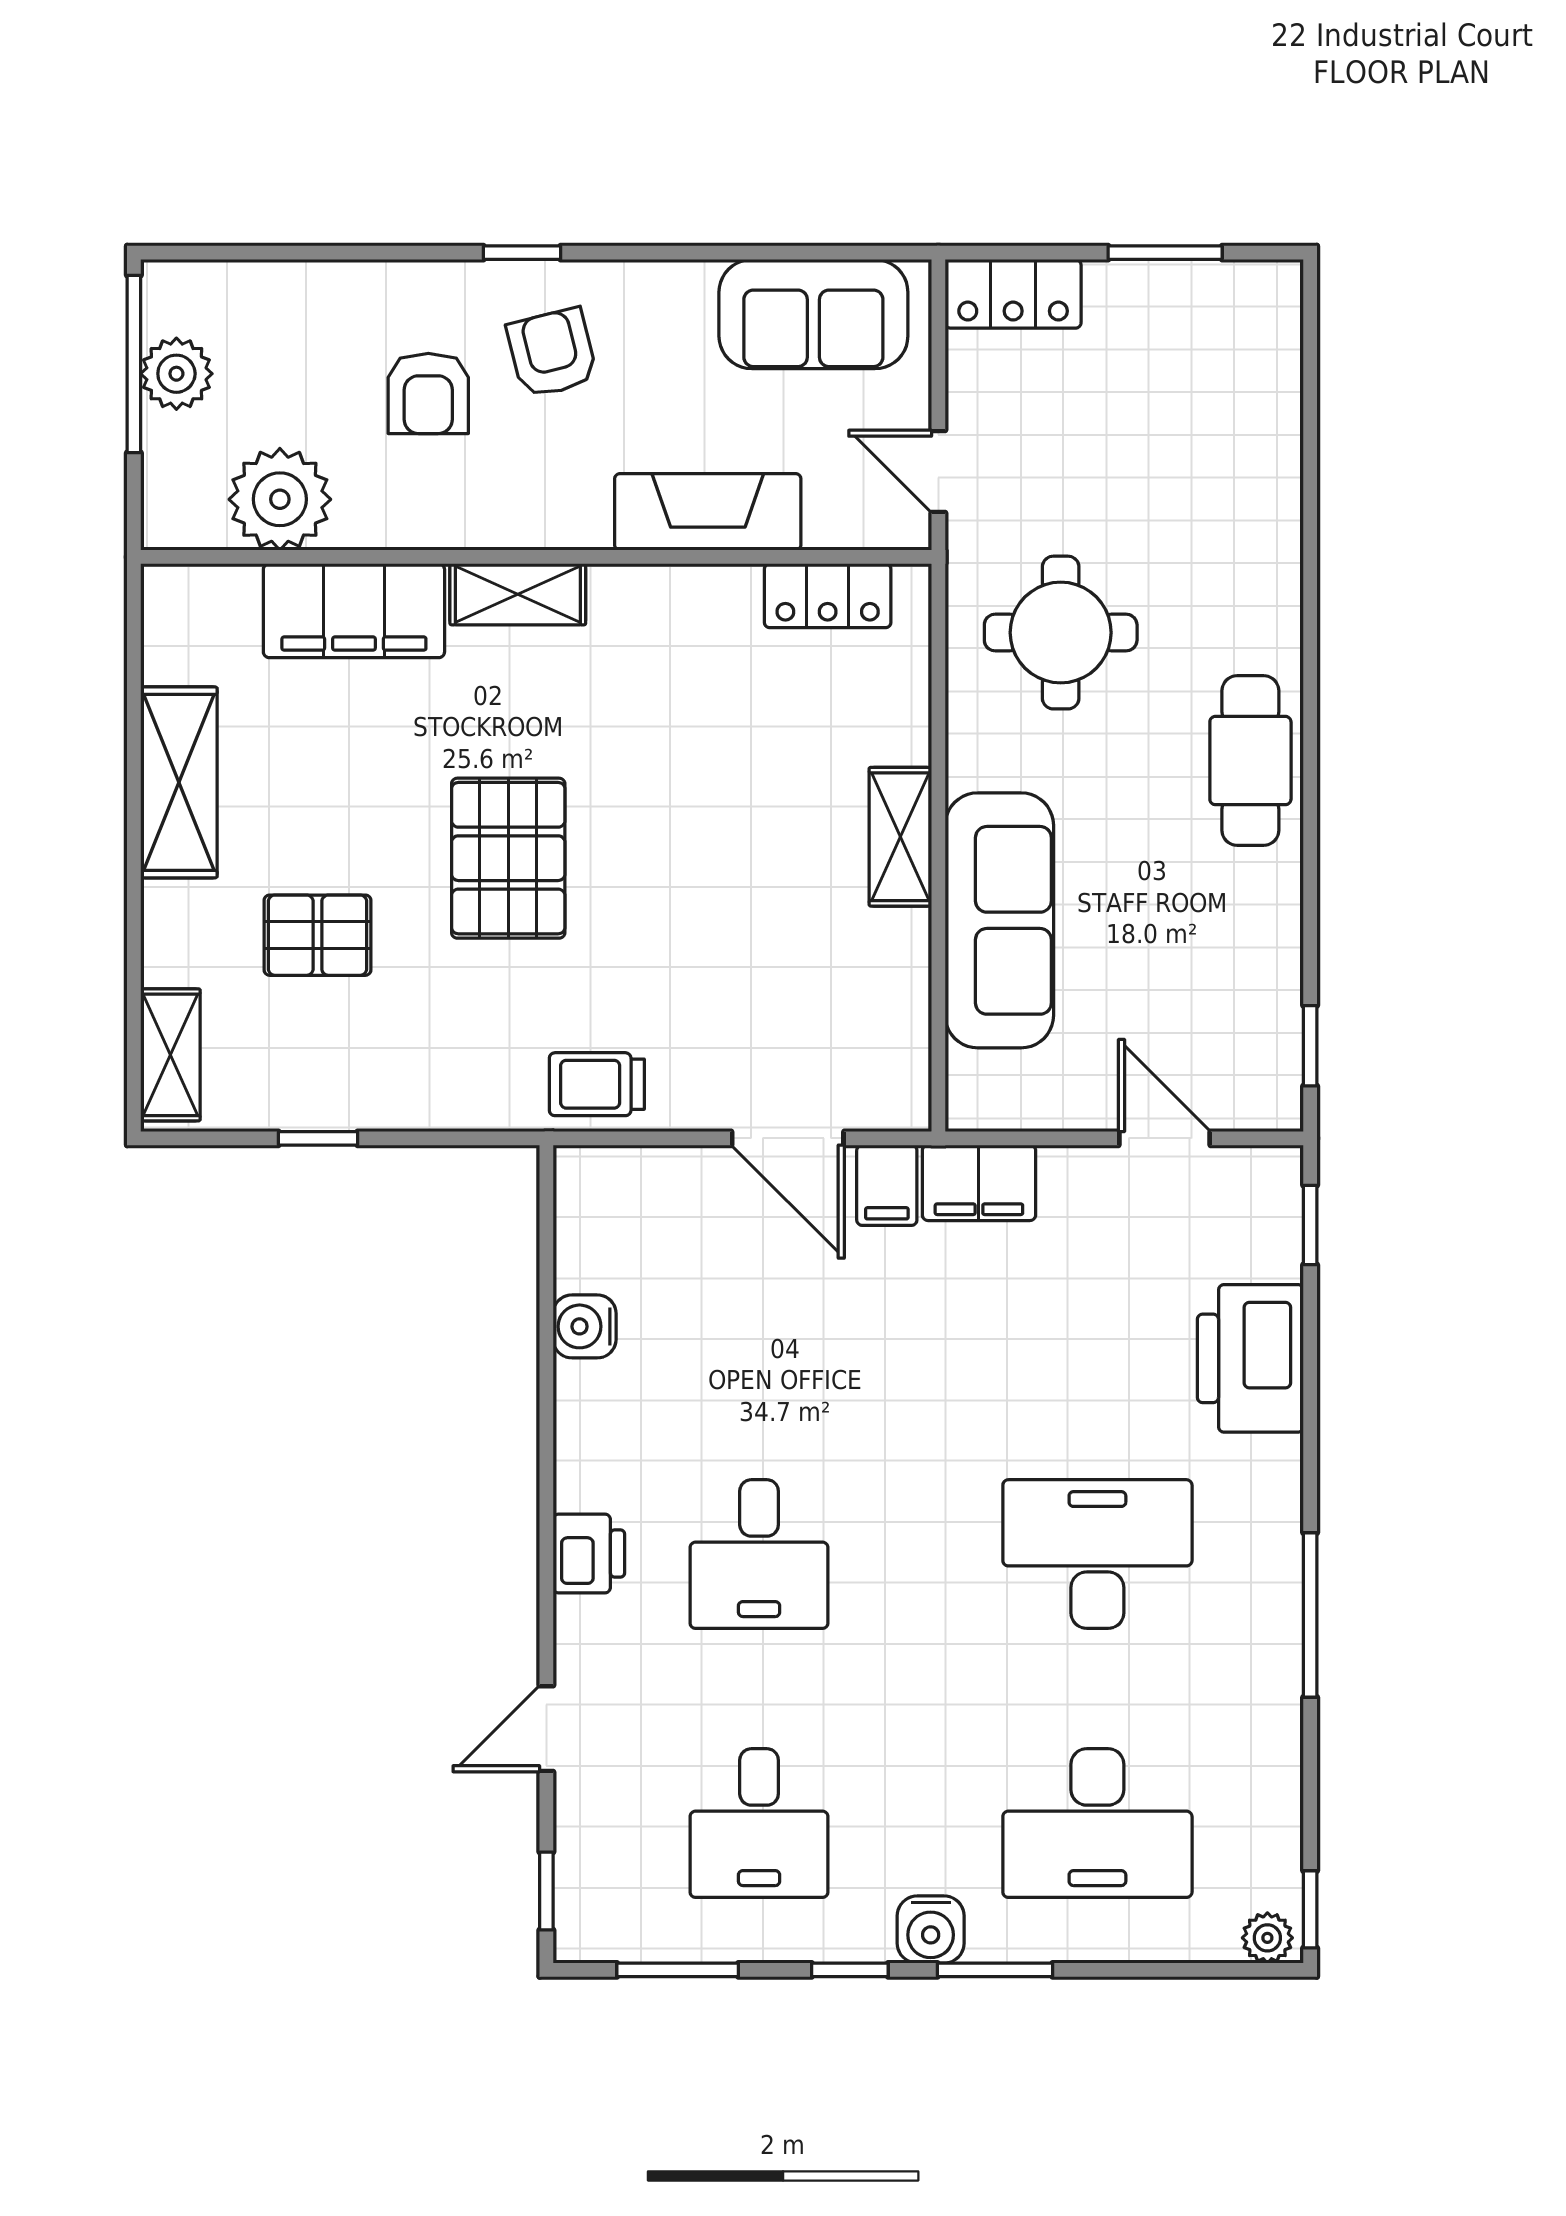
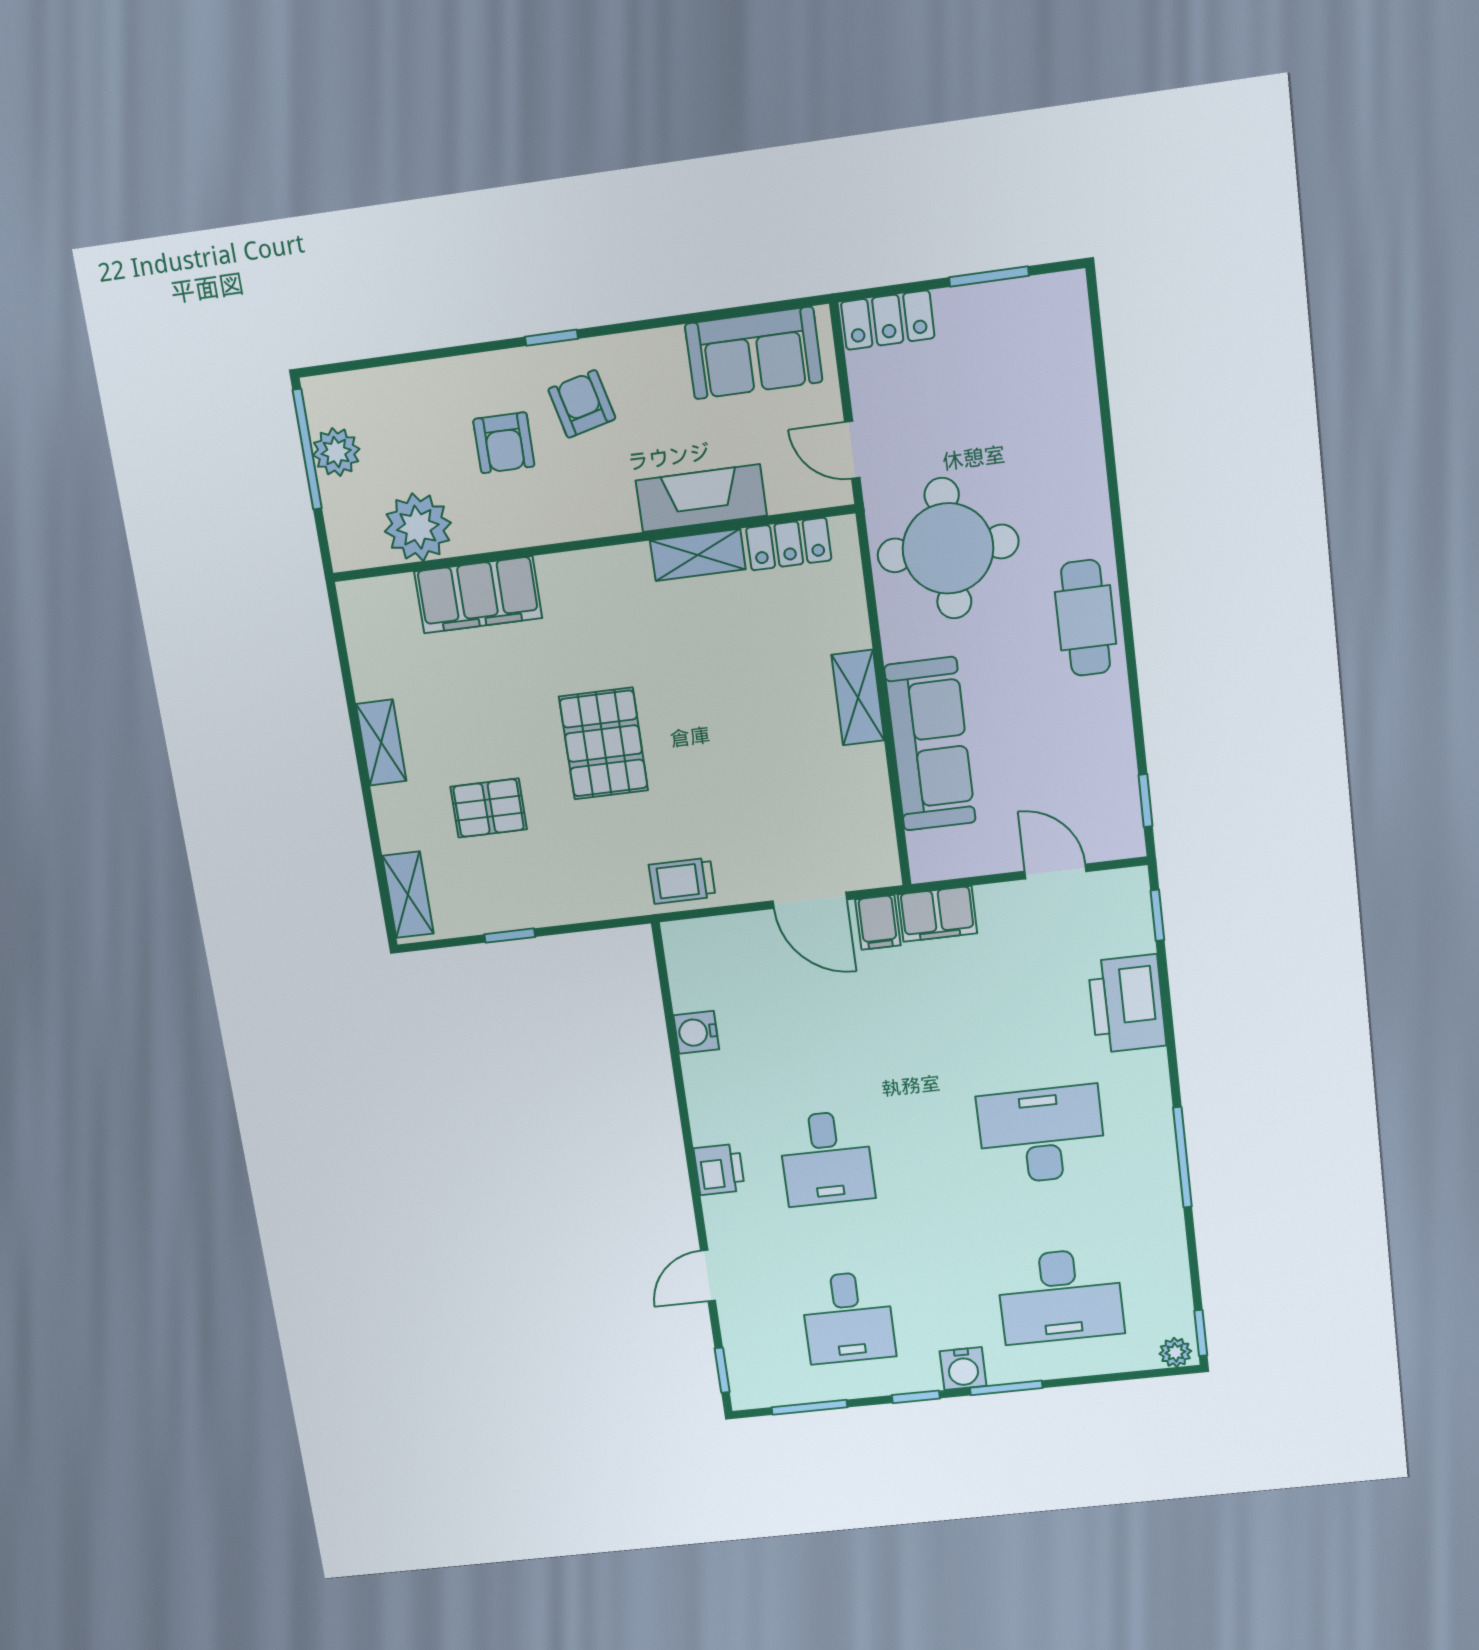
shelving: (518, 594) -> (698, 555), moved
round table: (1061, 633) -> (948, 548), width x1.36, depth x1.36
shelving: (179, 782) -> (381, 743), width x0.67, depth x0.75

